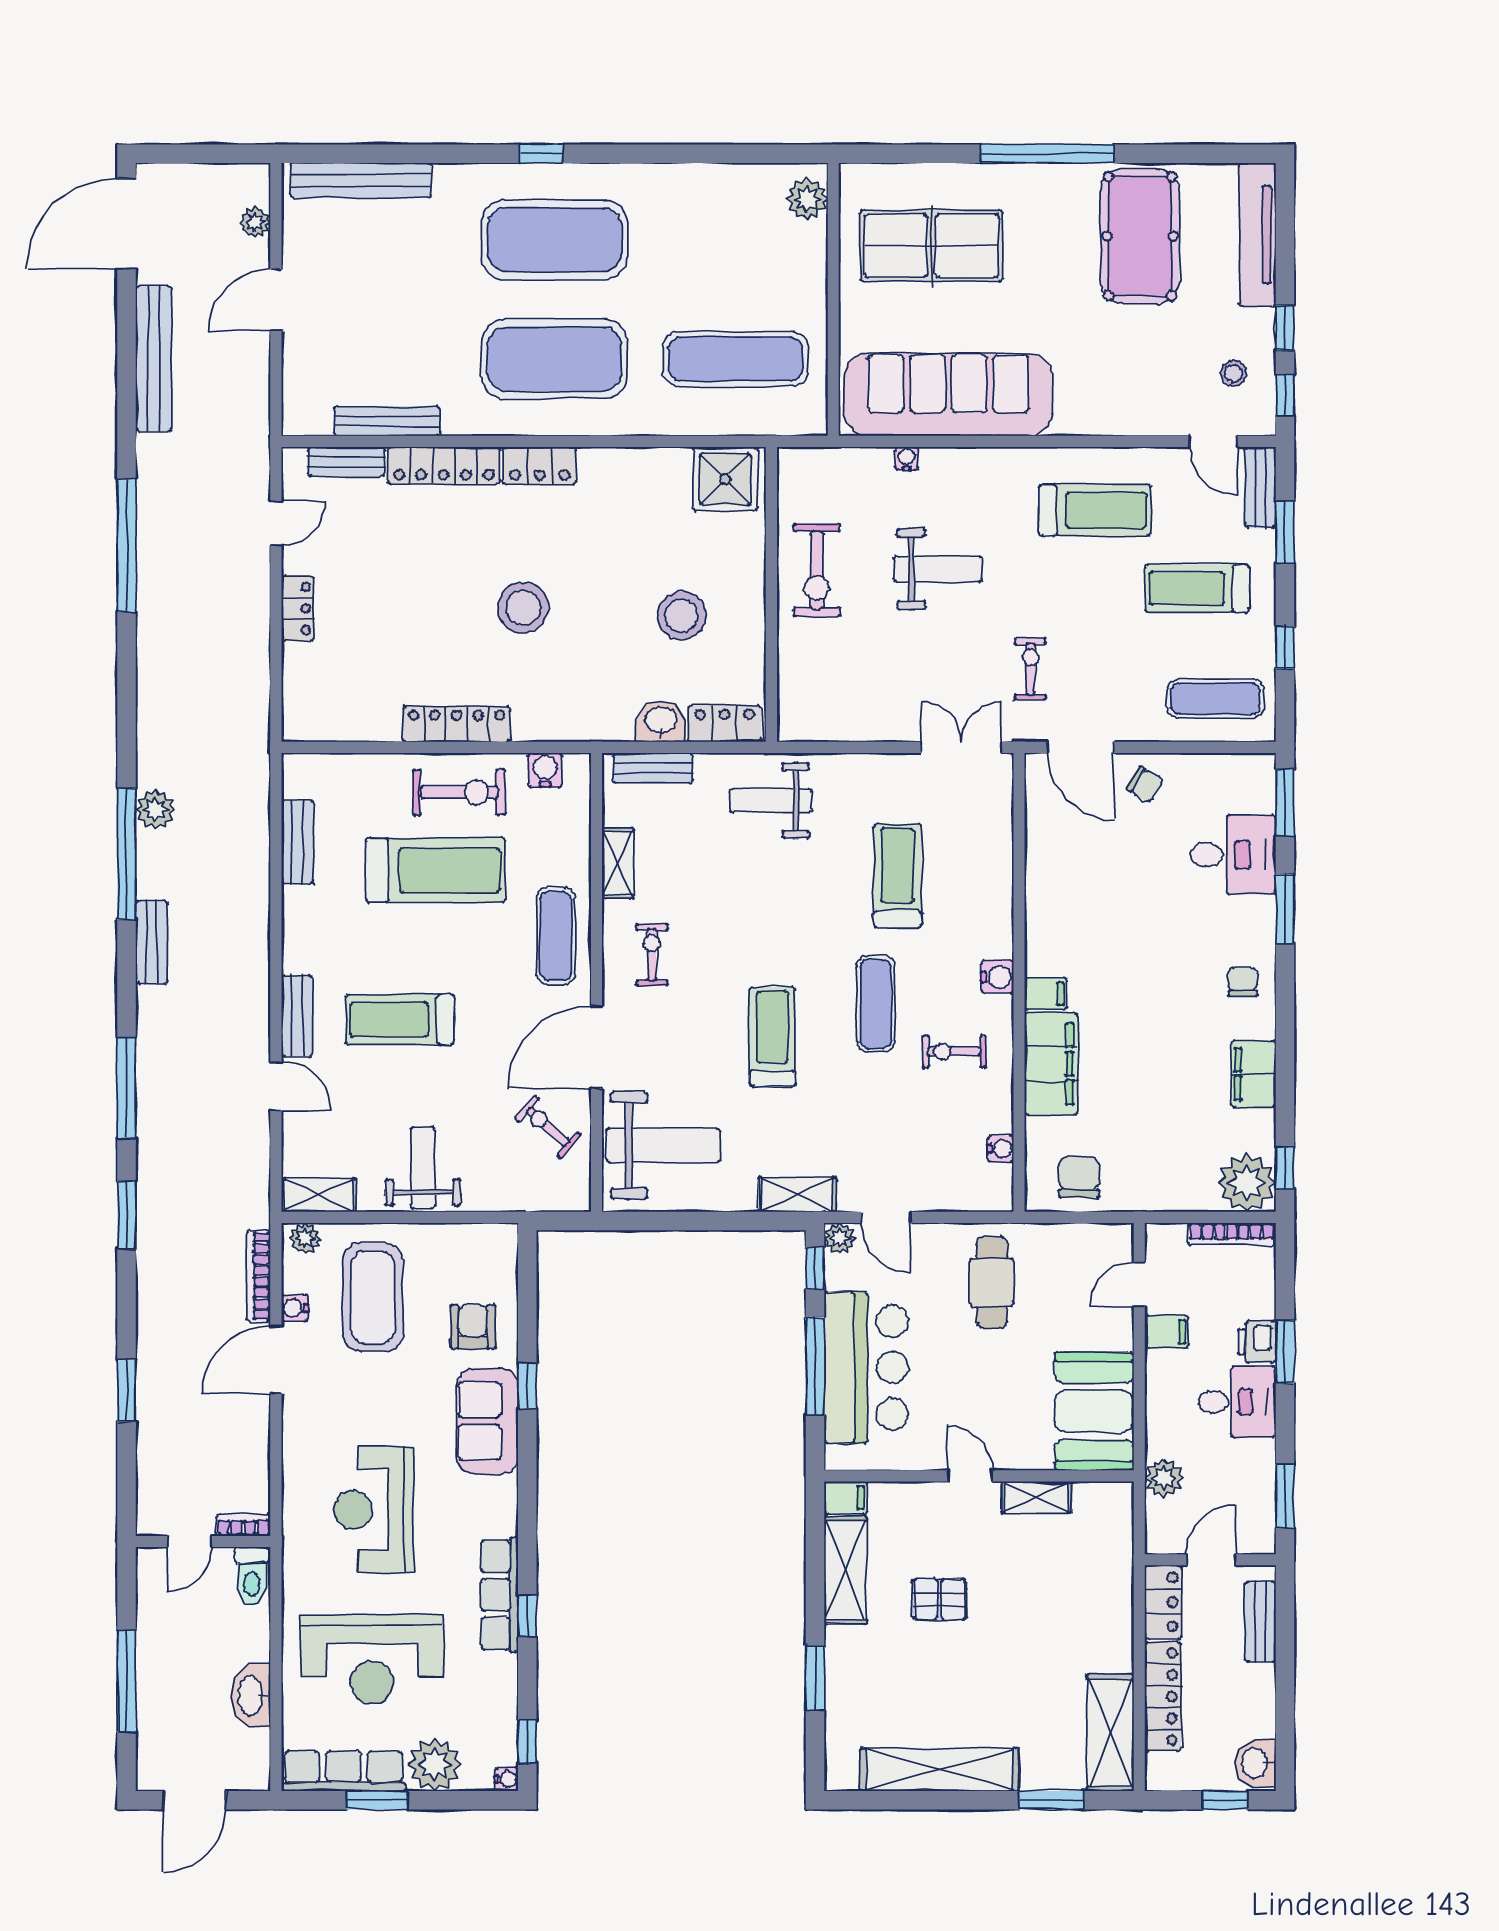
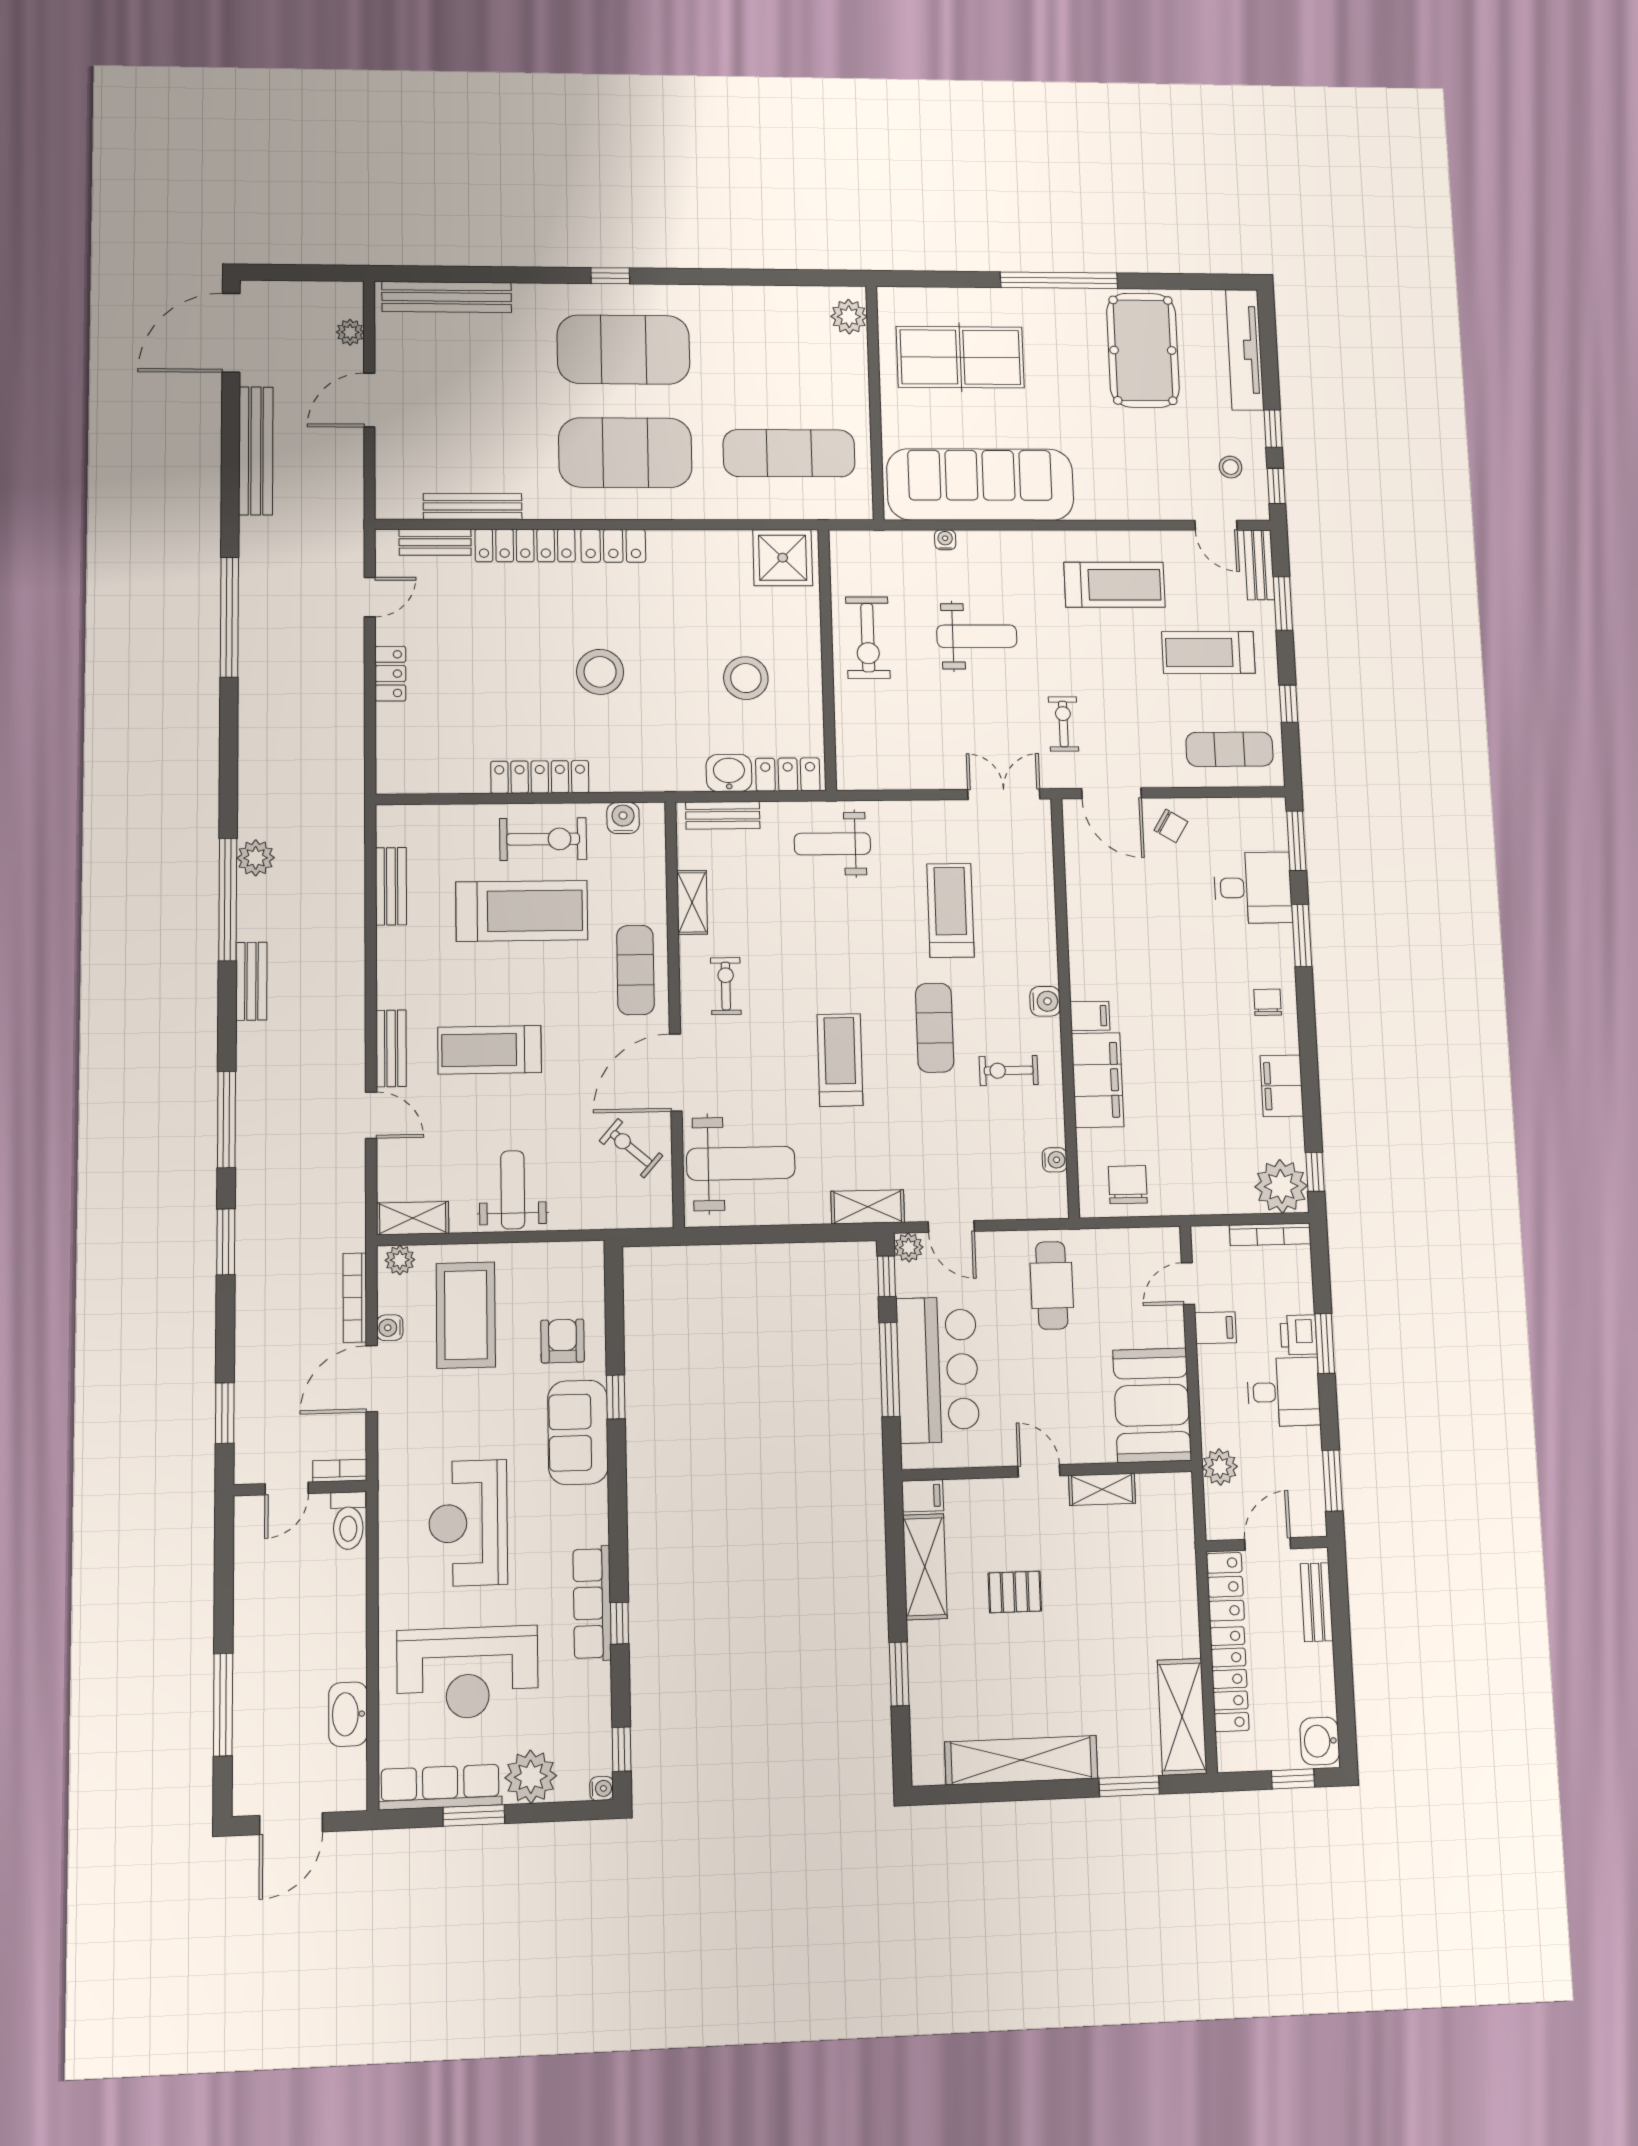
bookcase: (243, 1525) -> (340, 1471), moved
door: (189, 1542) -> (287, 1489), moved
wall: (203, 1542) -> (300, 1488), moved
toilet: (252, 1576) -> (348, 1521), moved

